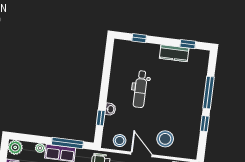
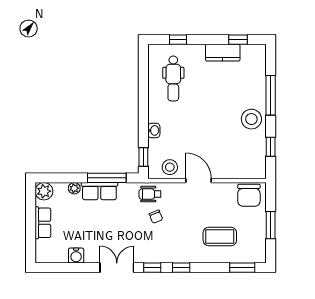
dental chair: (140, 89) -> (173, 78), moved
window: (101, 118) -> (143, 157), moved
window: (205, 124) -> (271, 147), moved
stool: (165, 139) -> (251, 119), moved

